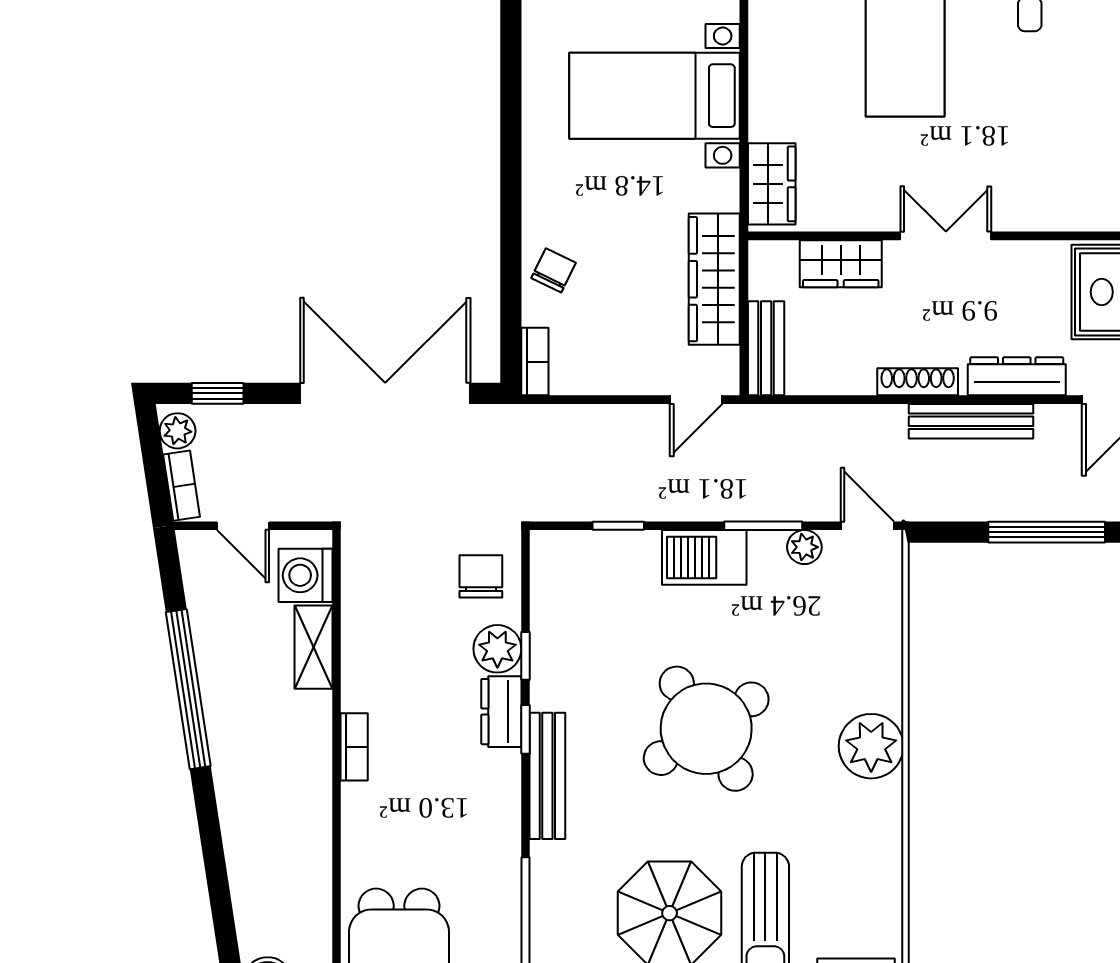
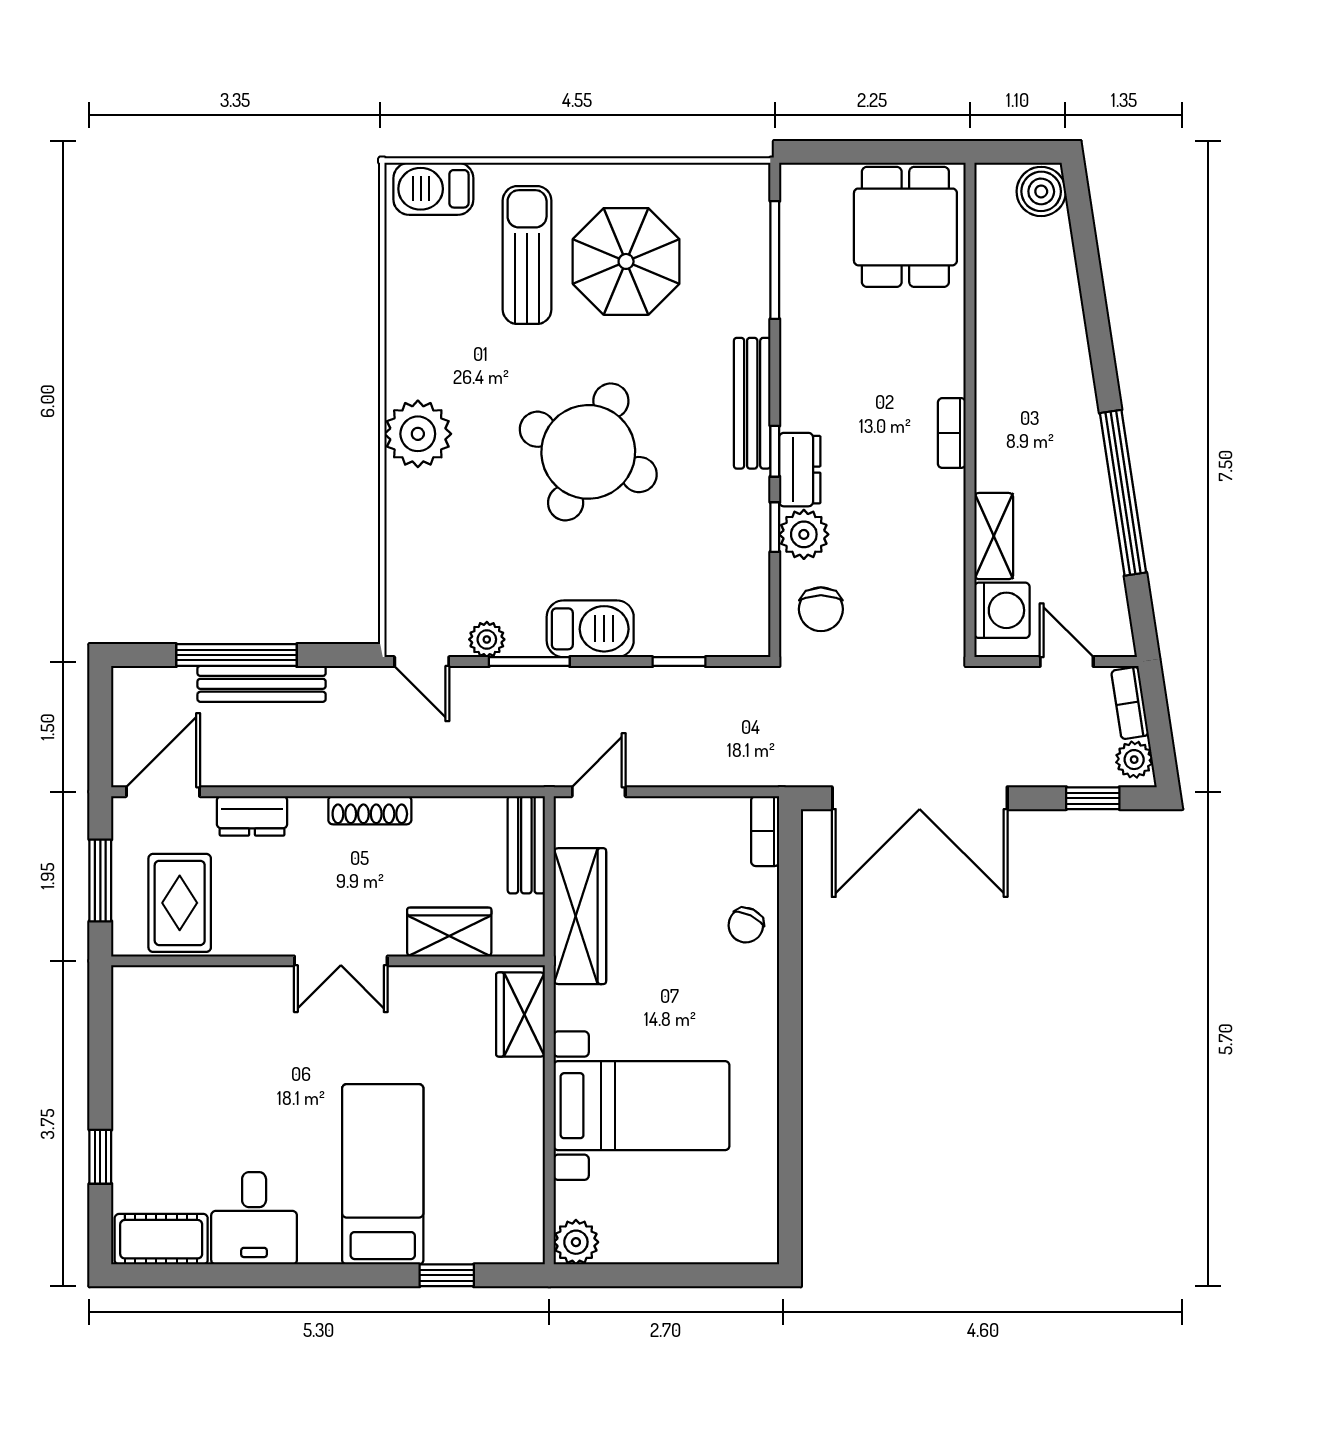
dresser: (1017, 376) -> (252, 816), width x0.70
bench: (971, 421) -> (262, 684), moved
round table: (706, 729) -> (588, 452), turned -33

